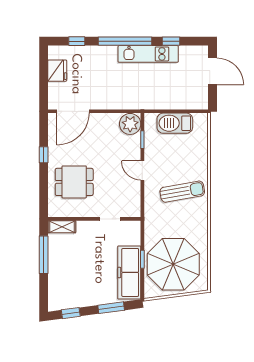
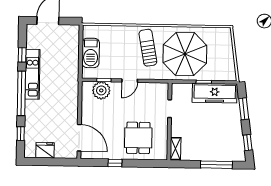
plant: (130, 124) -> (101, 90), moved
window: (44, 255) -> (216, 165), moved
parasol: (173, 264) -> (185, 54), moved

